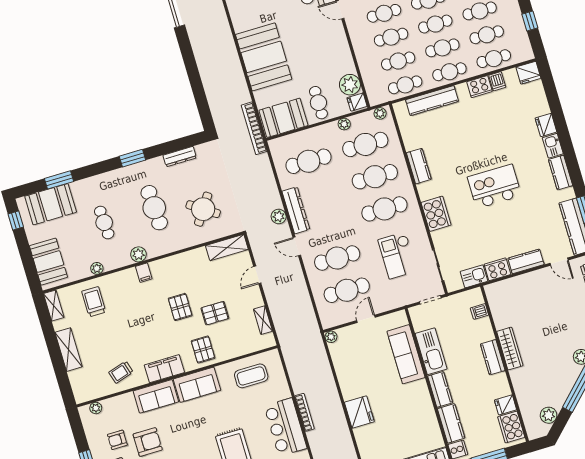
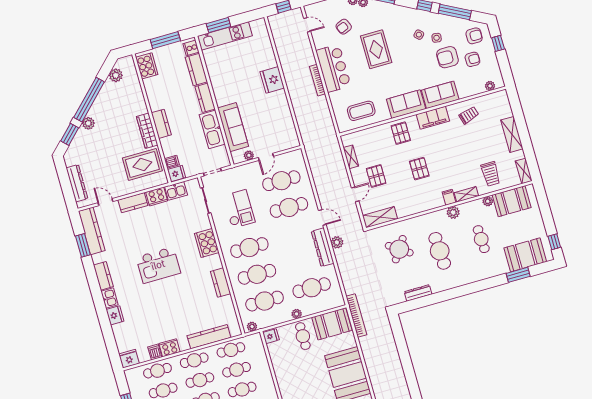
plant: (350, 85) -> (277, 351), removed
plant: (344, 124) -> (297, 314), moved
window: (132, 158) -> (457, 292), removed
booth: (48, 262) -> (512, 201), moved, turned 90
shelving: (123, 276) -> (466, 194), added
rug: (515, 308) -> (142, 164), added
pallet: (215, 313) -> (376, 176), moved, turned 90
plant: (331, 337) -> (249, 155), moved
fridge: (506, 405) -> (176, 173), moved

